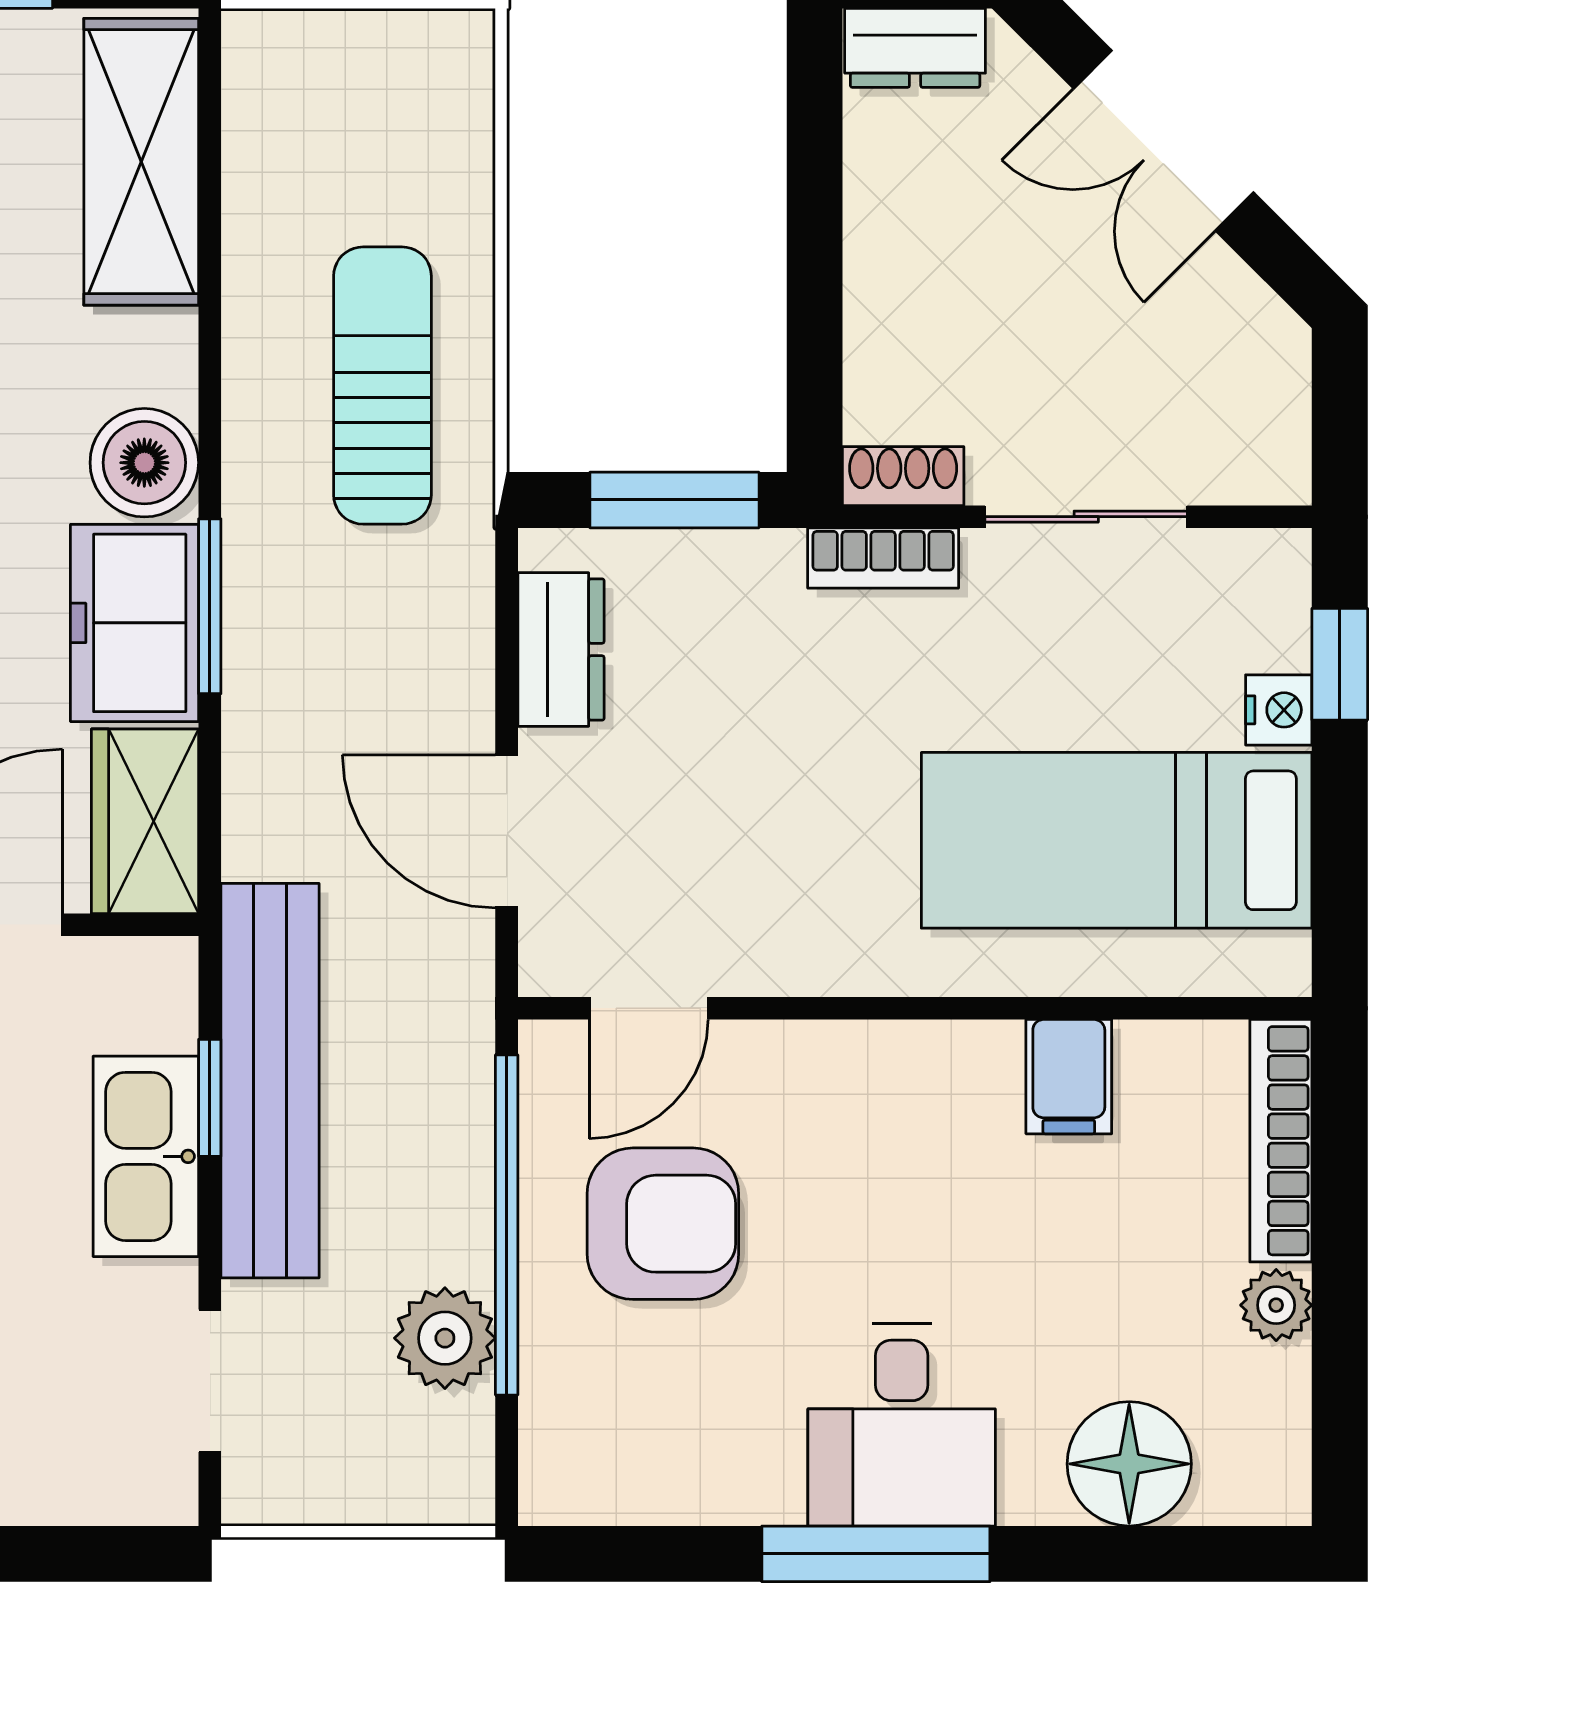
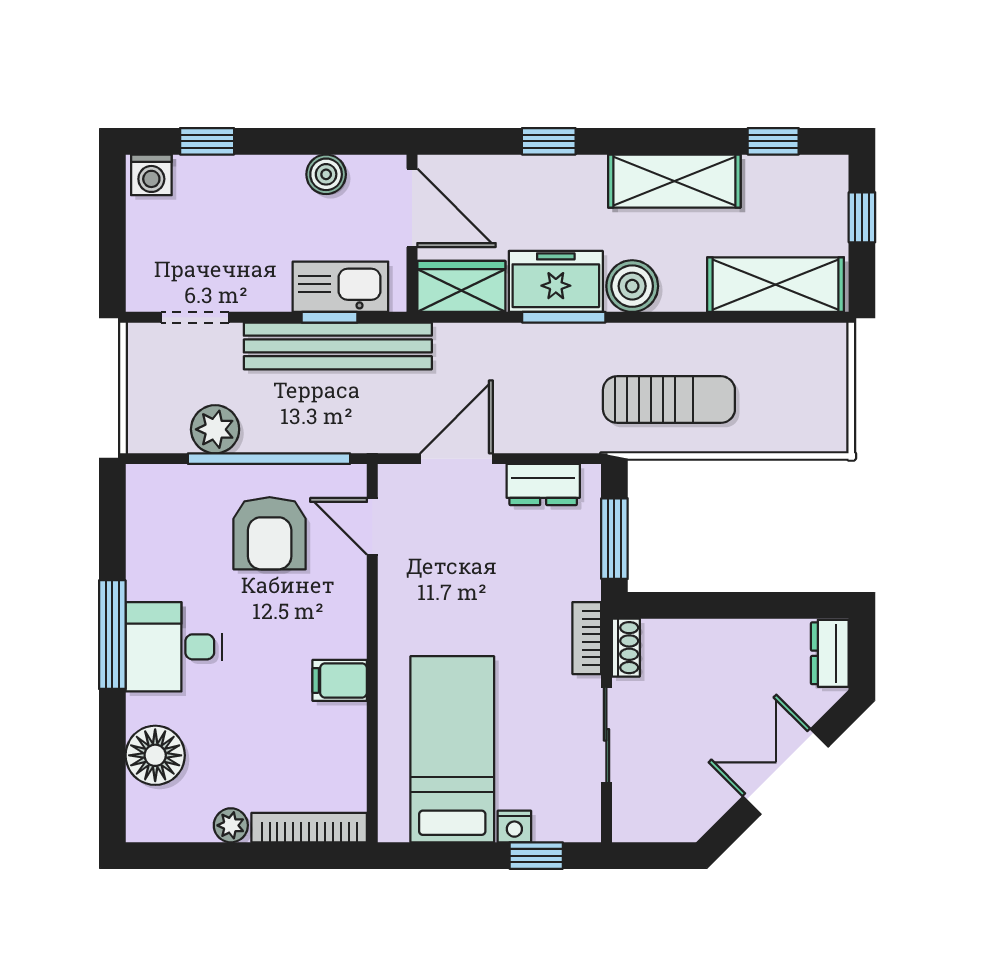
filing cabinet: (1069, 1077) -> (340, 680), moved
kitchen sink: (146, 1156) -> (340, 287), moved

